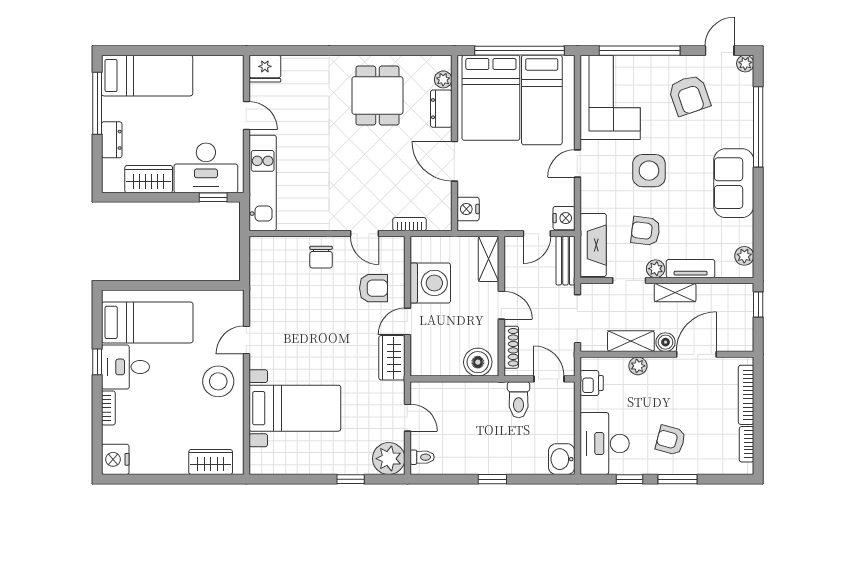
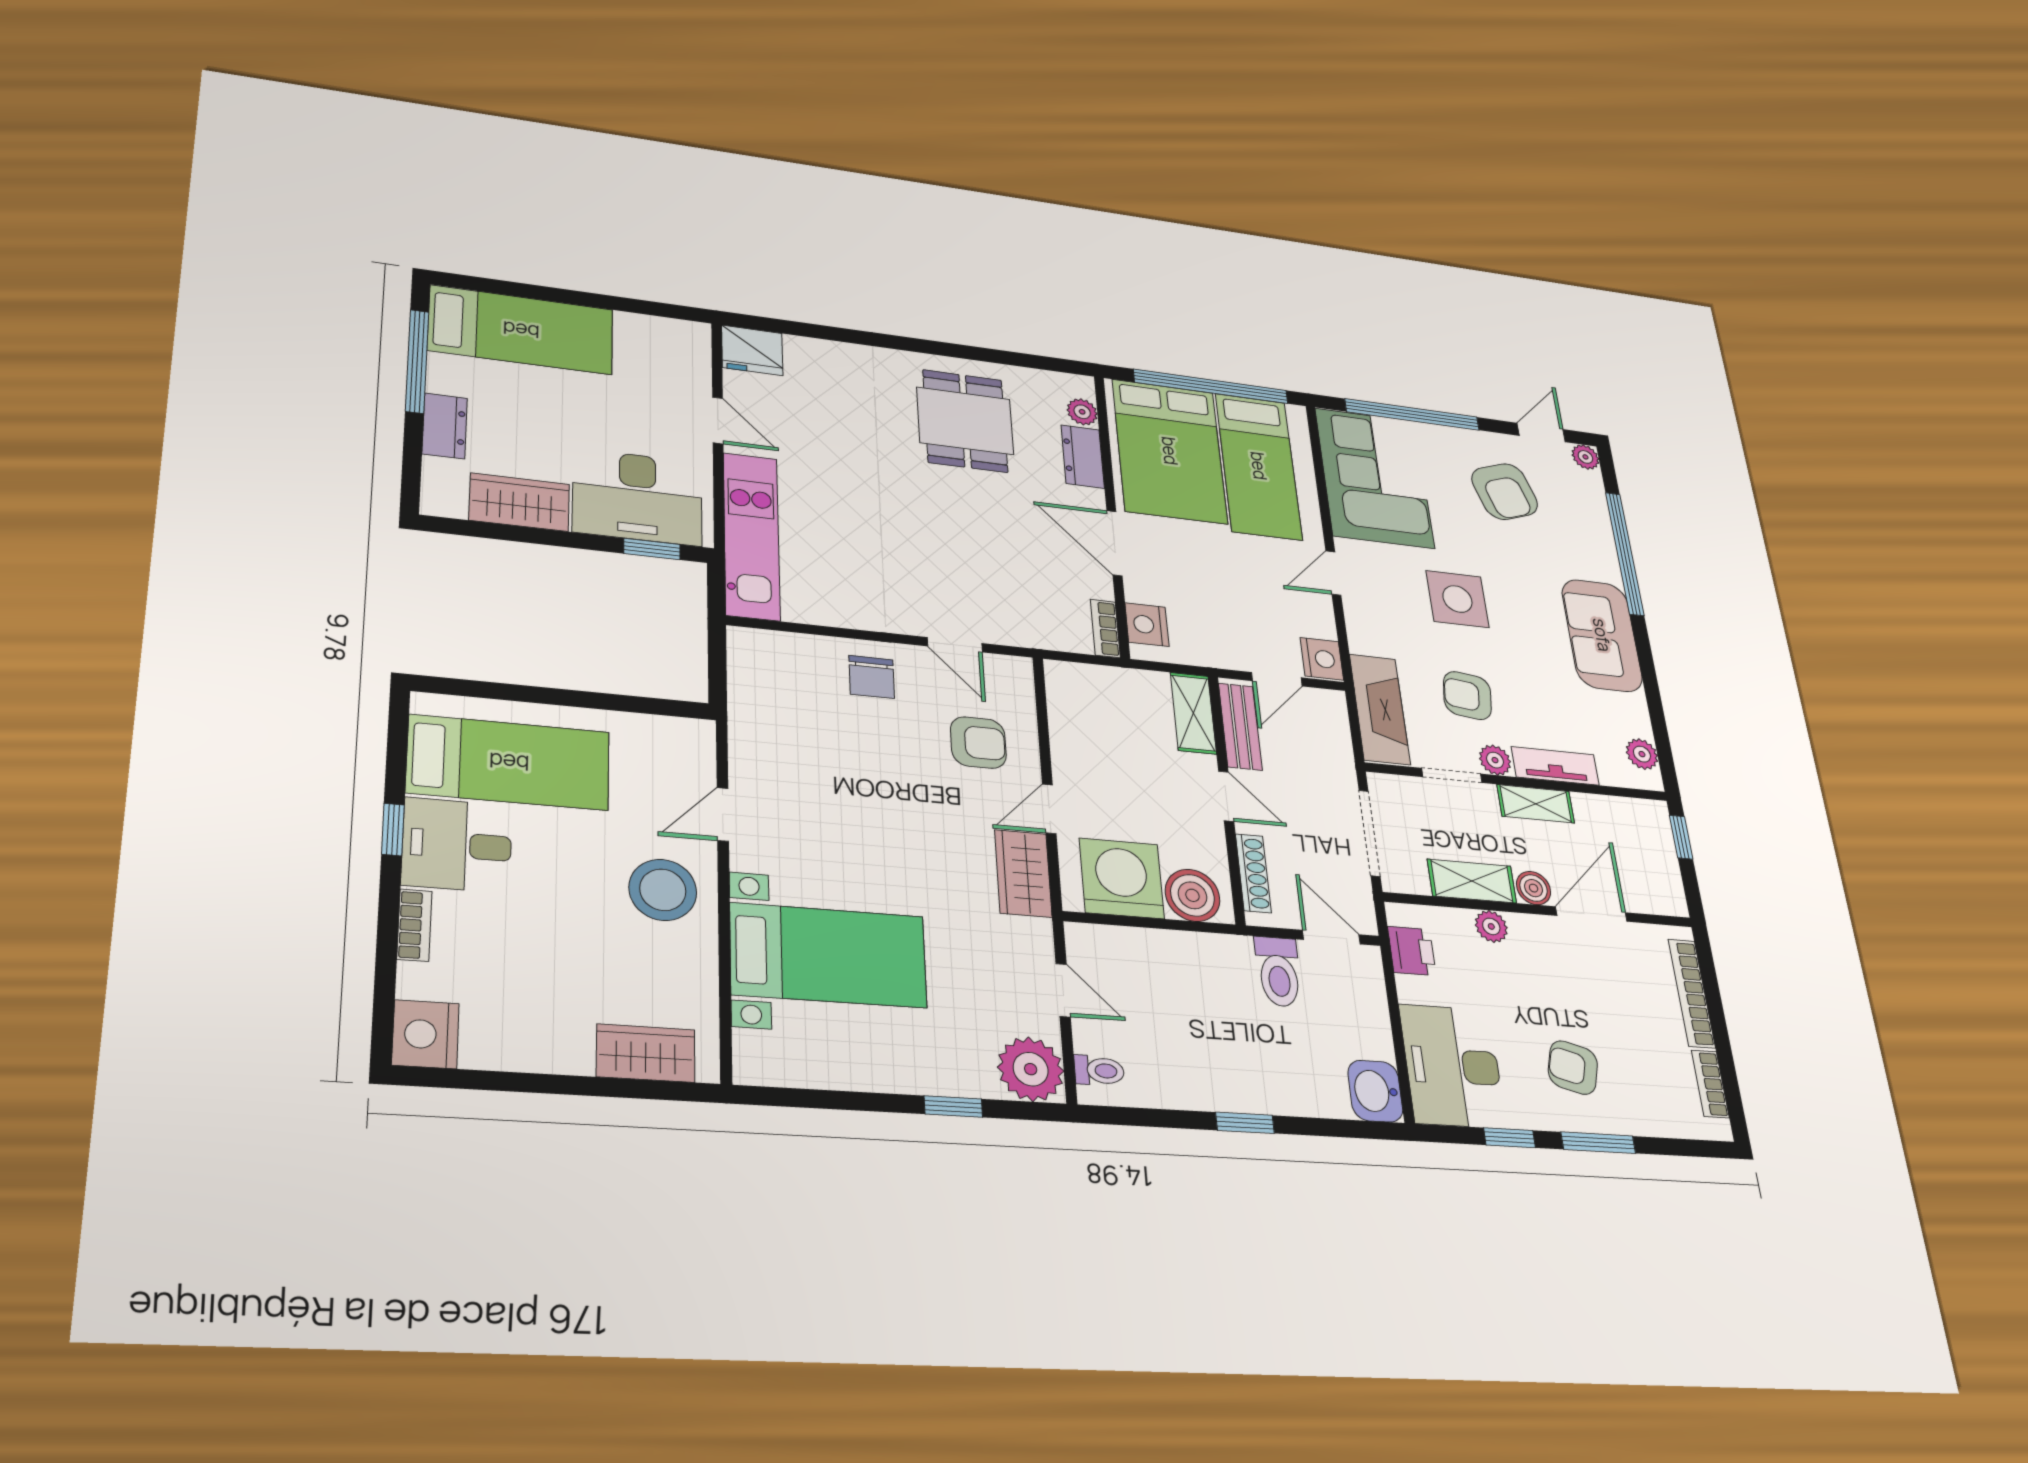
bookcase: (409, 224) -> (1105, 628), moved, turned -90
bench: (565, 261) -> (1240, 727), moved
washing machine: (430, 283) -> (1122, 878), moved, turned -90

